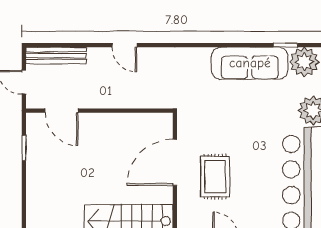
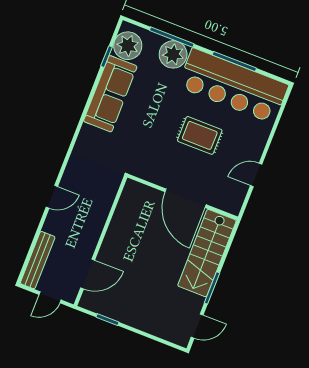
door: (175, 162) -> (186, 198), moved
rug: (215, 177) -> (200, 135), moved

